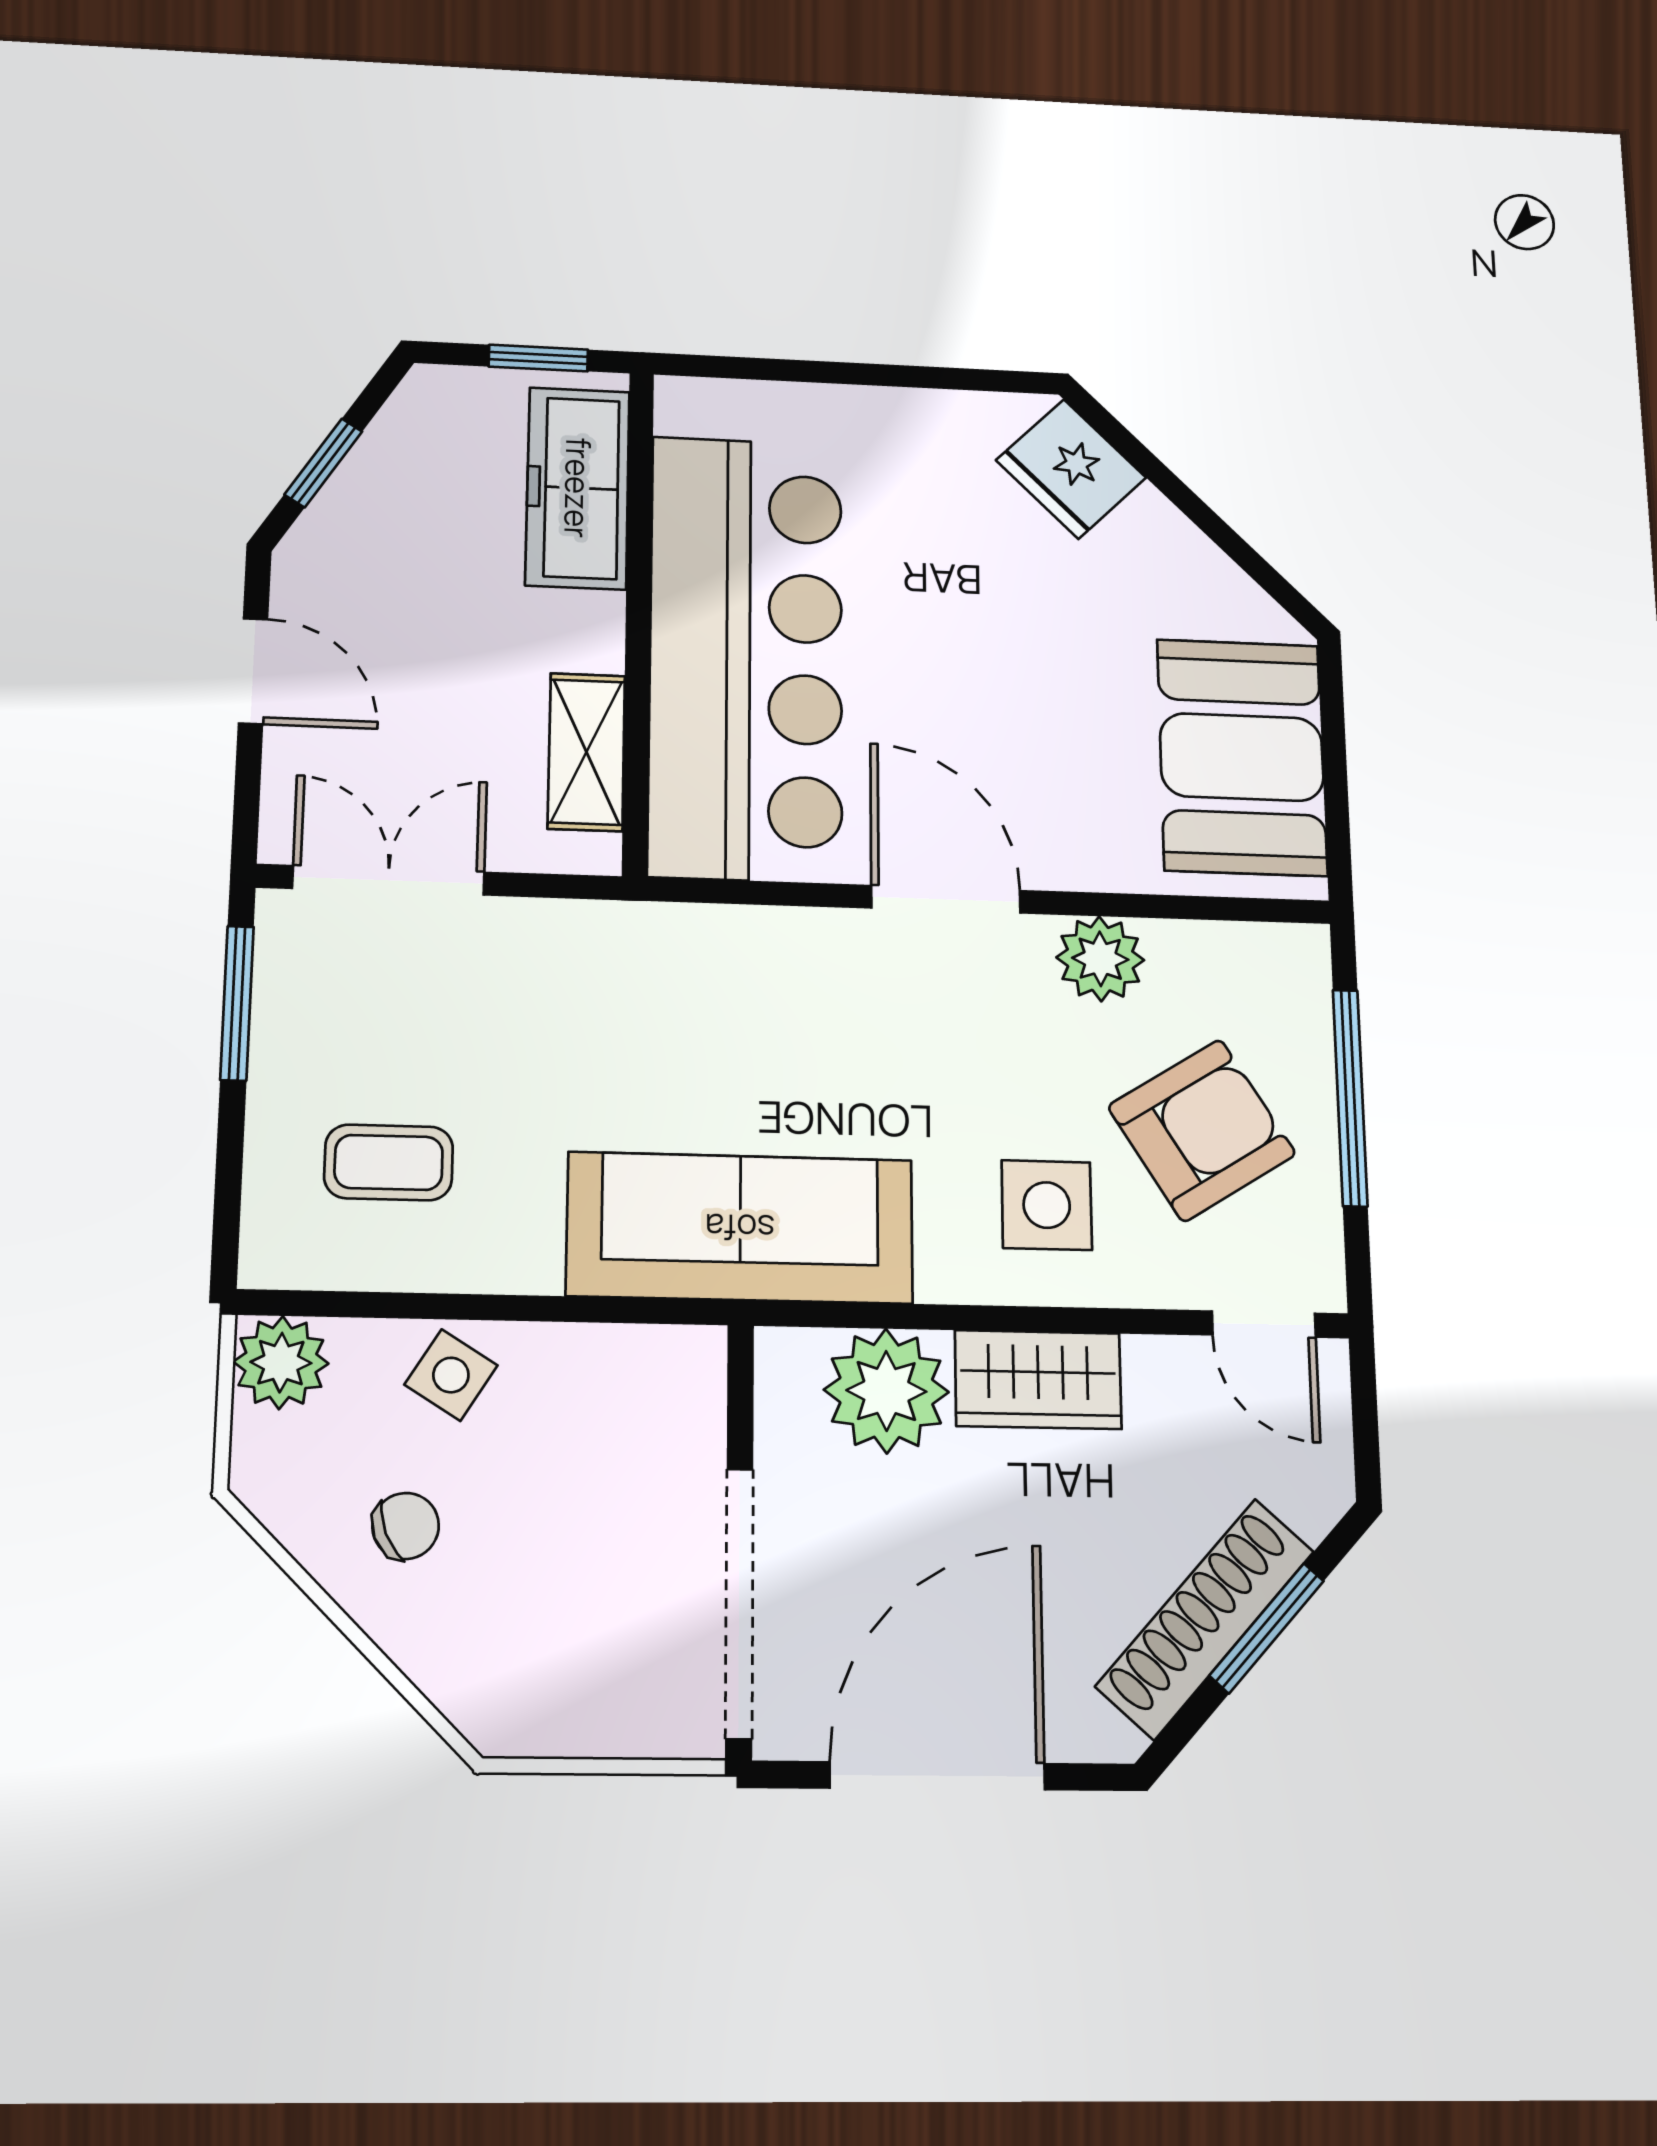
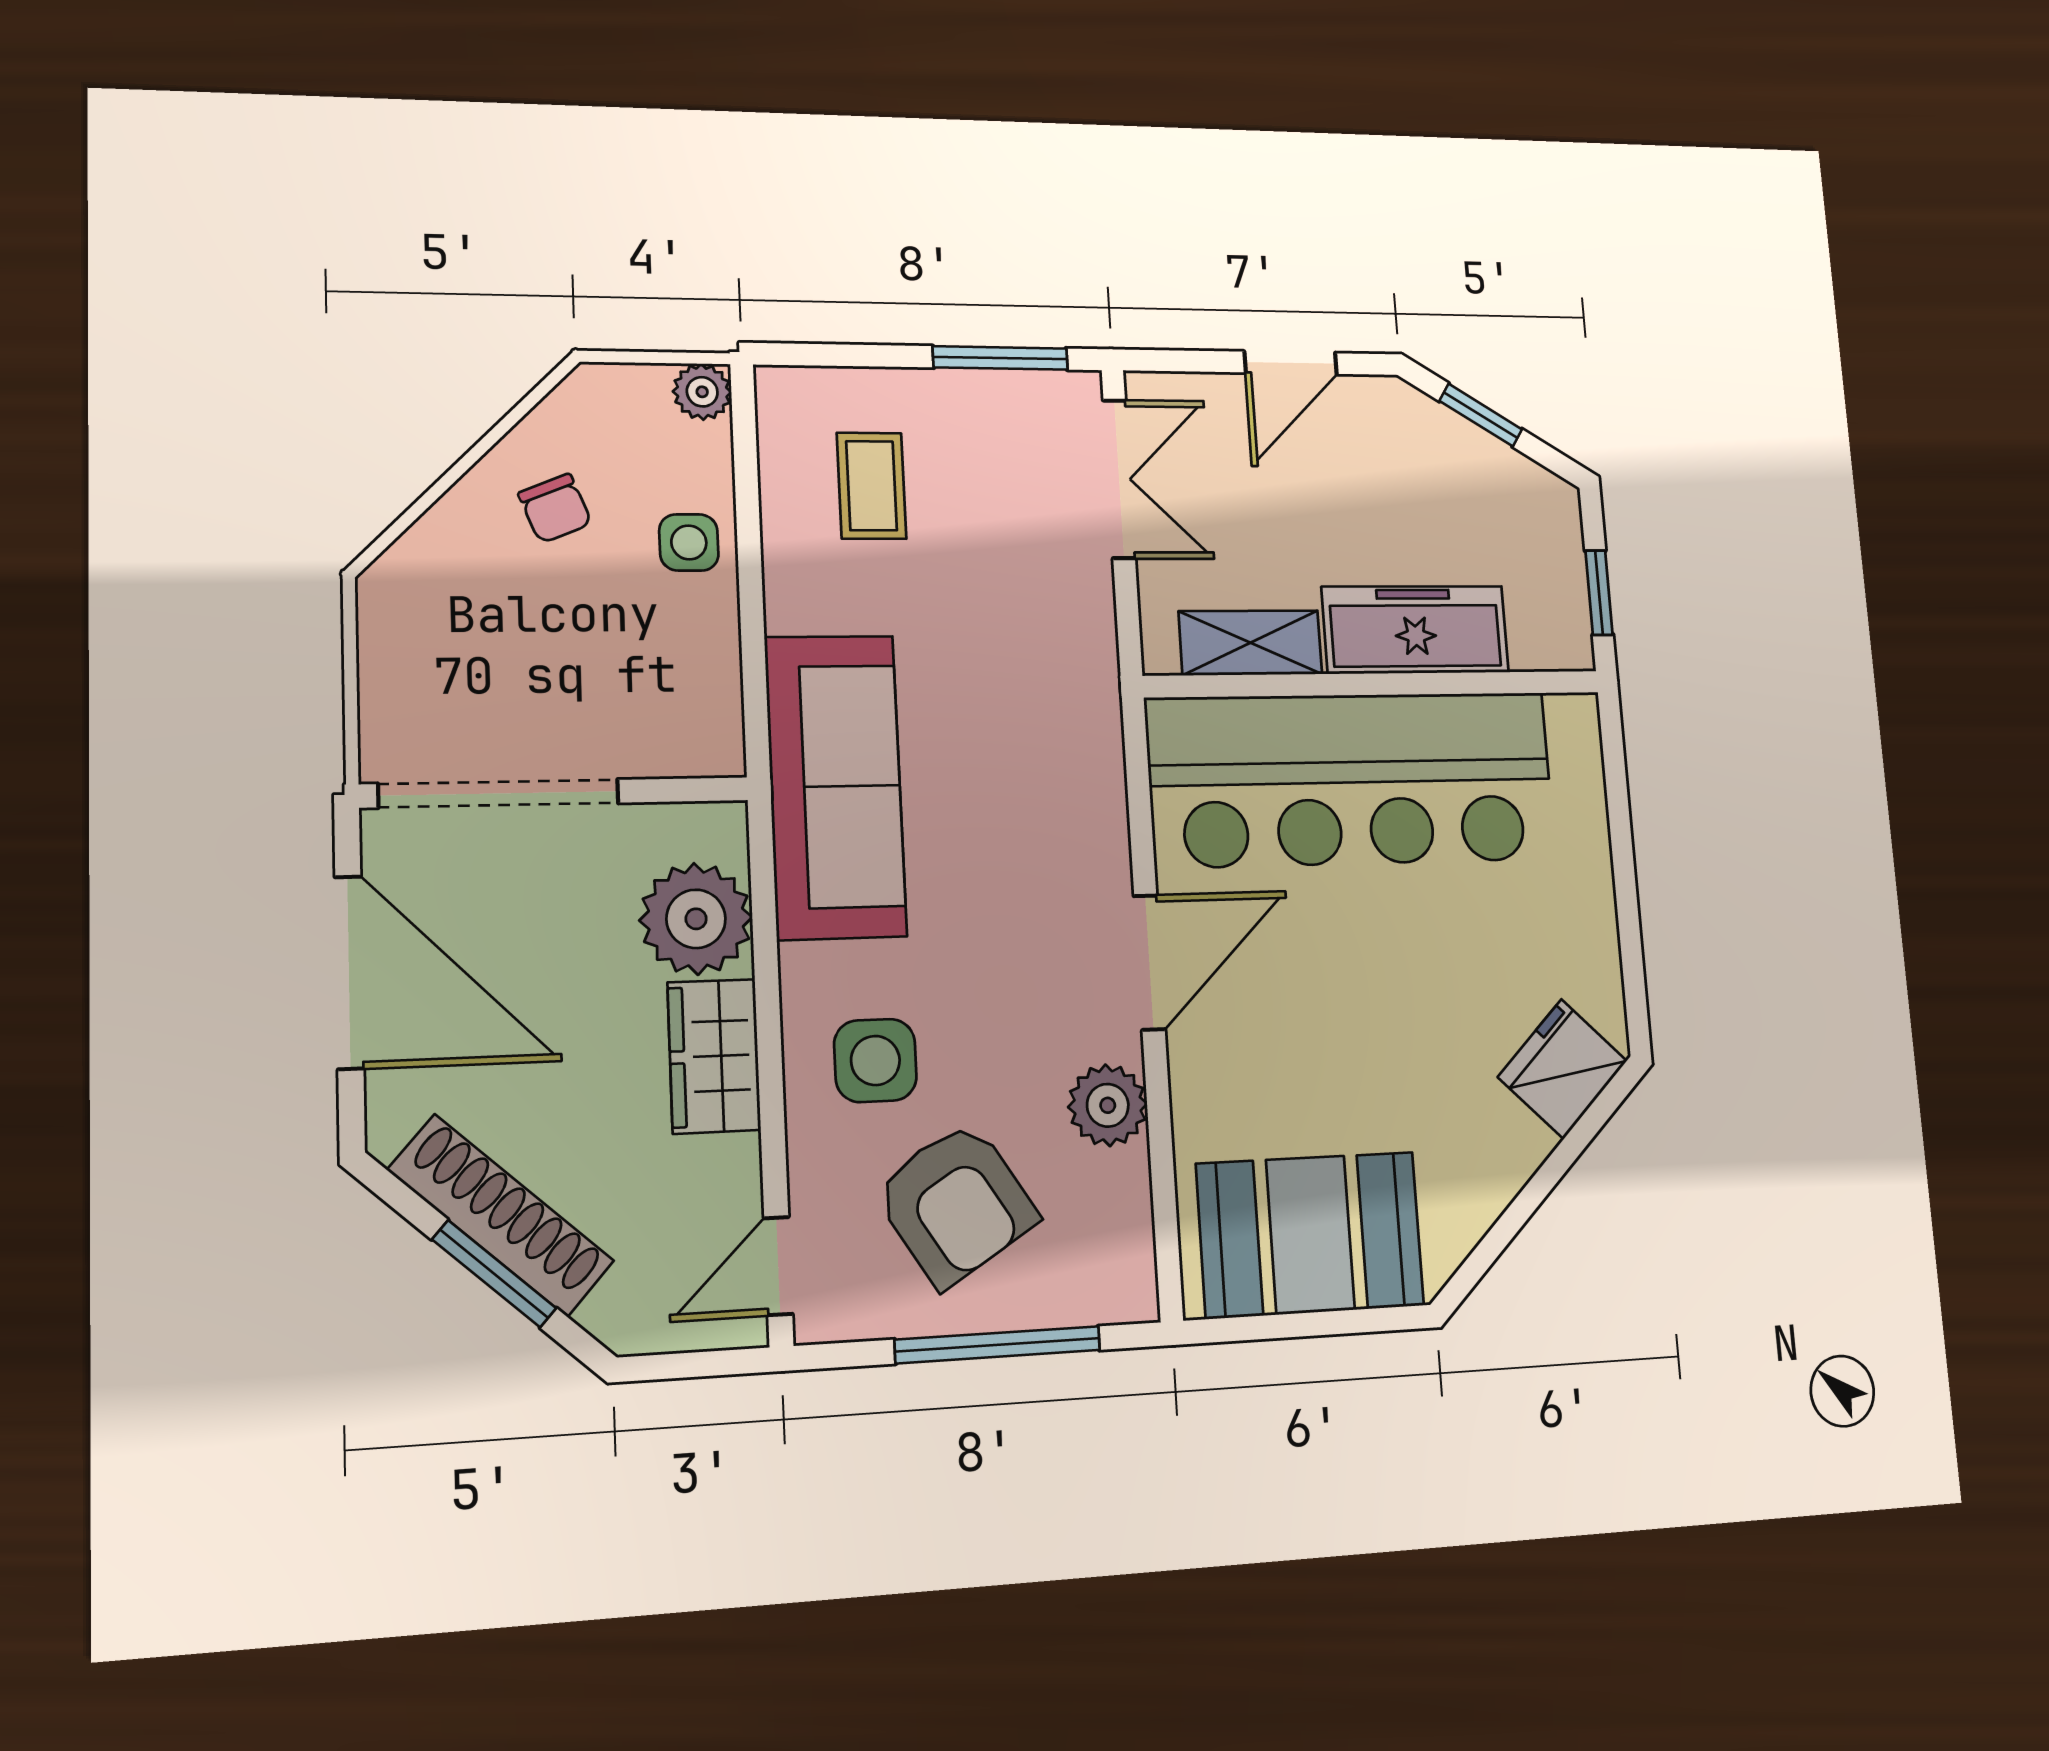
freezer: (578, 488) -> (1415, 630), moved
plant: (281, 1363) -> (702, 392), width x0.73, depth x0.73
side table: (451, 1375) -> (689, 542), turned -32

